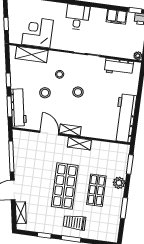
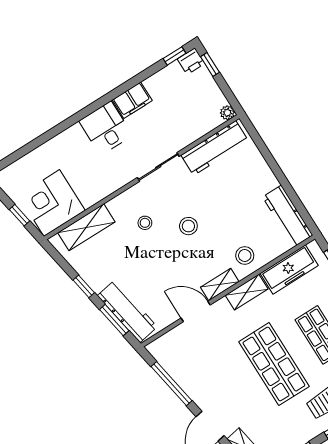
filing cabinet: (117, 17) -> (132, 100), moved
corner desk: (38, 32) -> (52, 203), moved
workbench: (119, 67) -> (215, 148), width x1.38
stool: (45, 93) -> (245, 256), moved
workbench: (125, 118) -> (288, 216), width x0.73, depth x0.76
freezer: (107, 149) -> (289, 269), added

